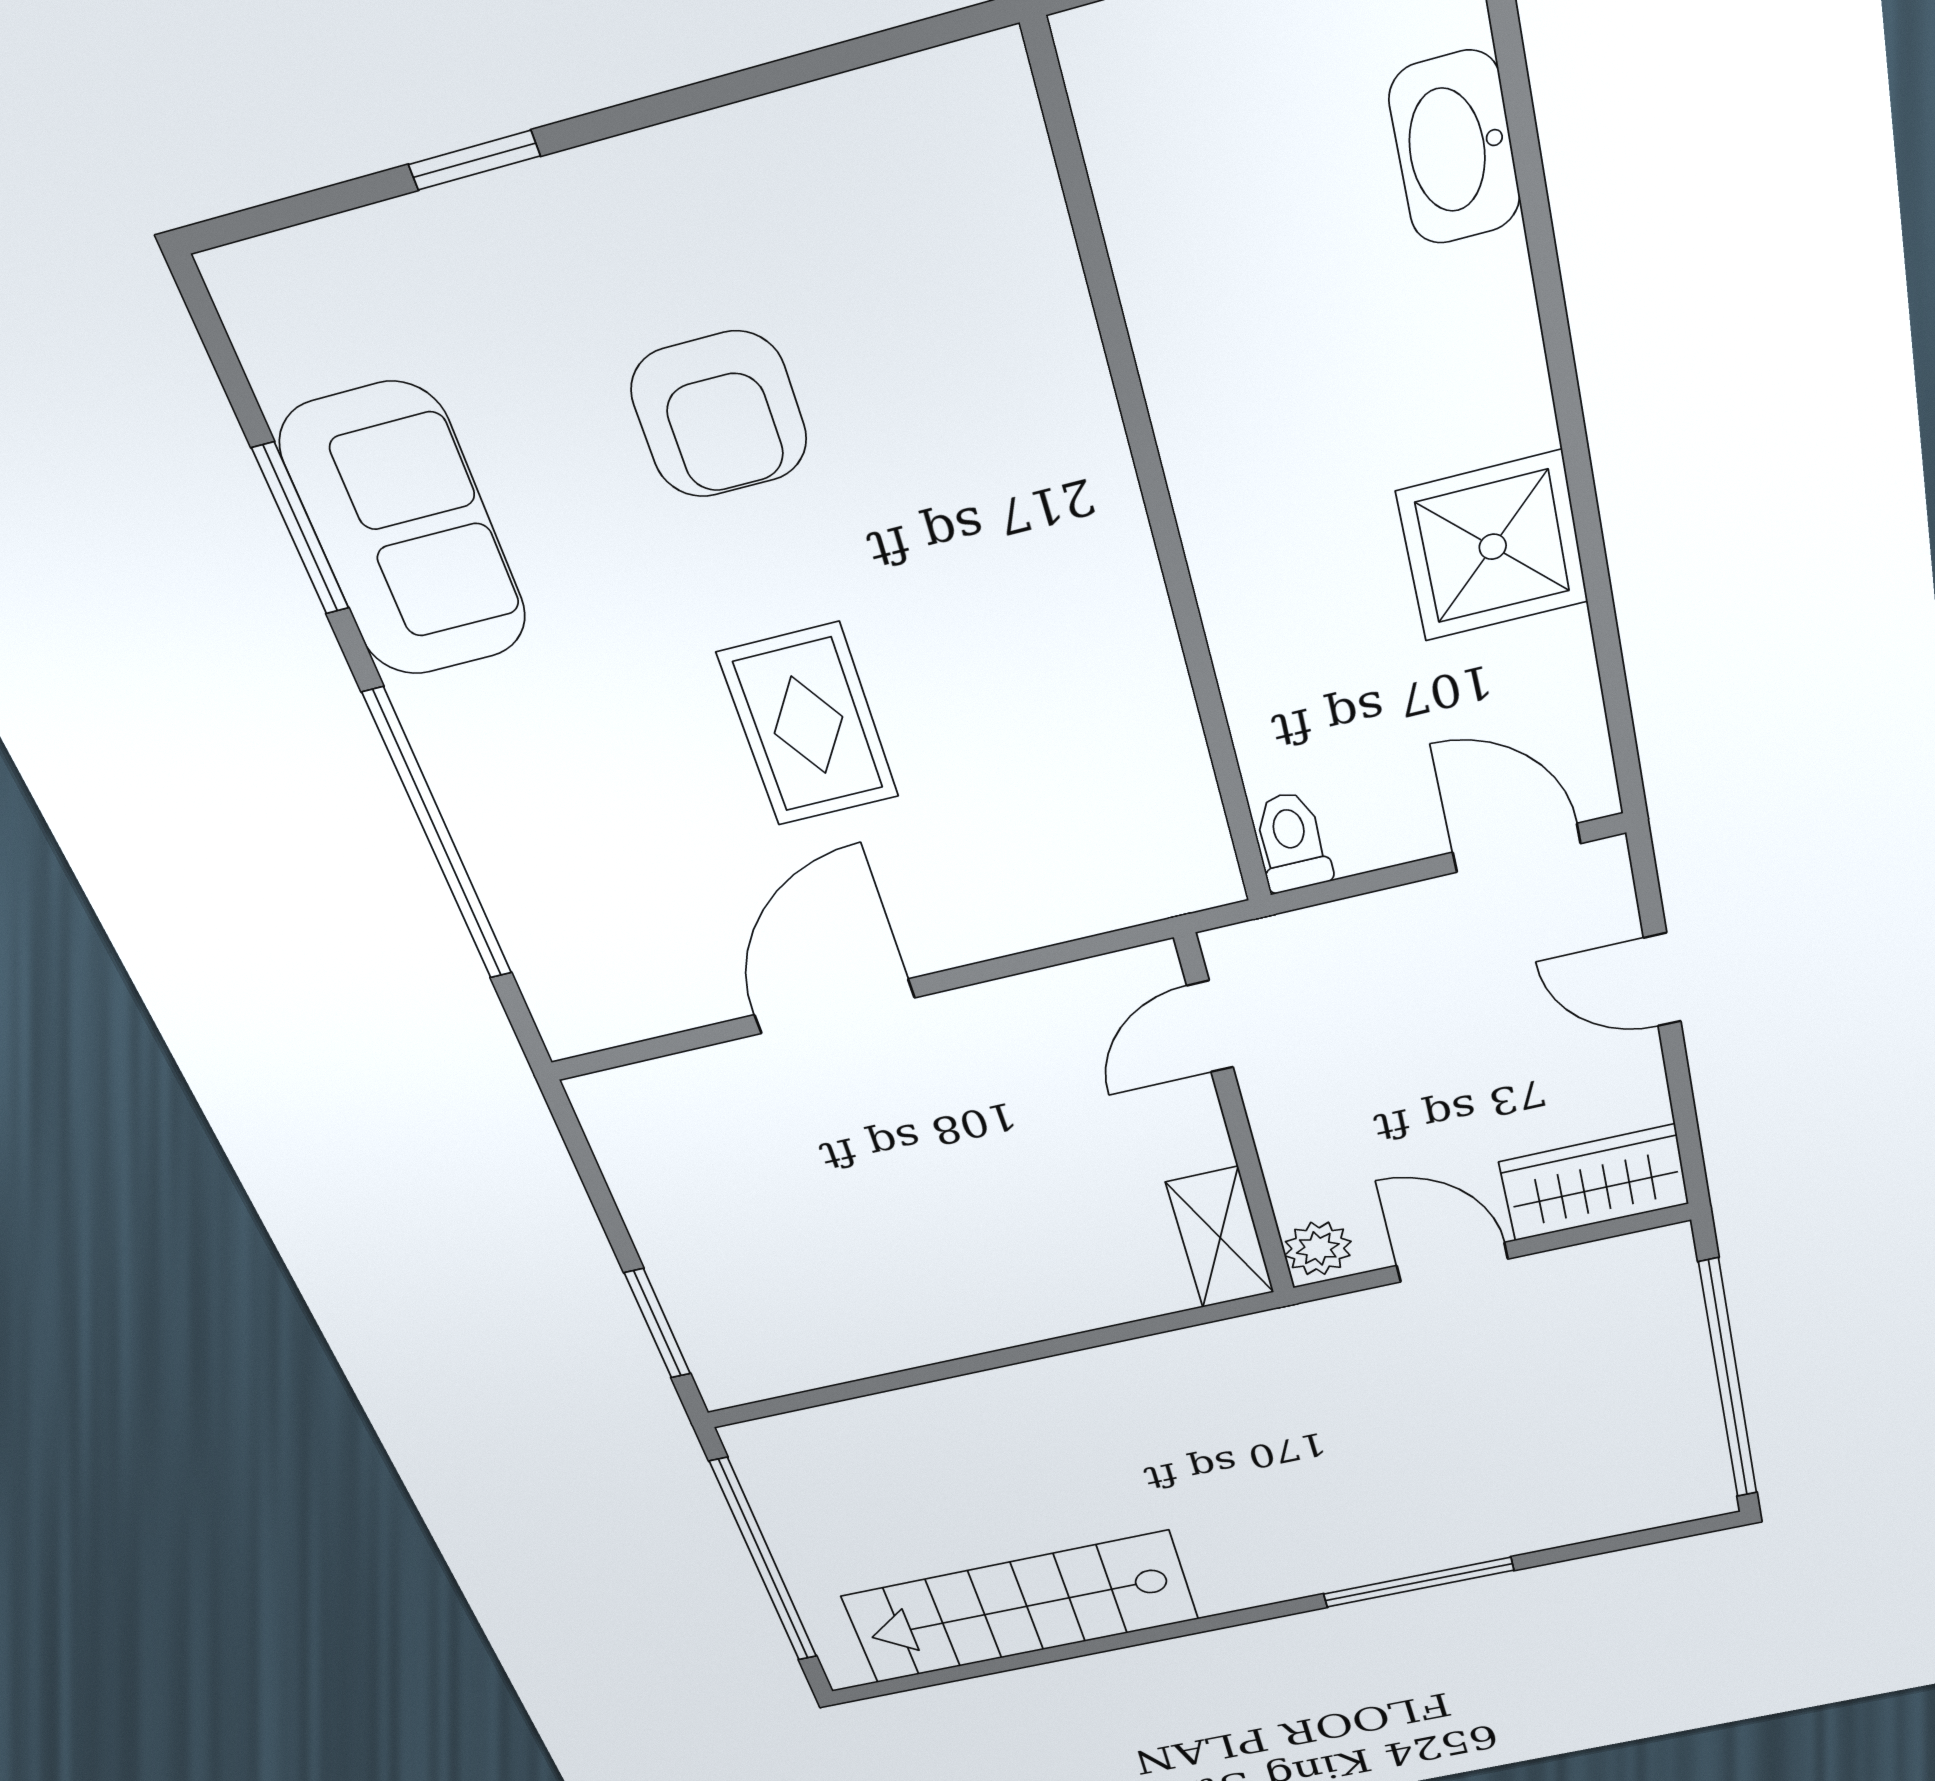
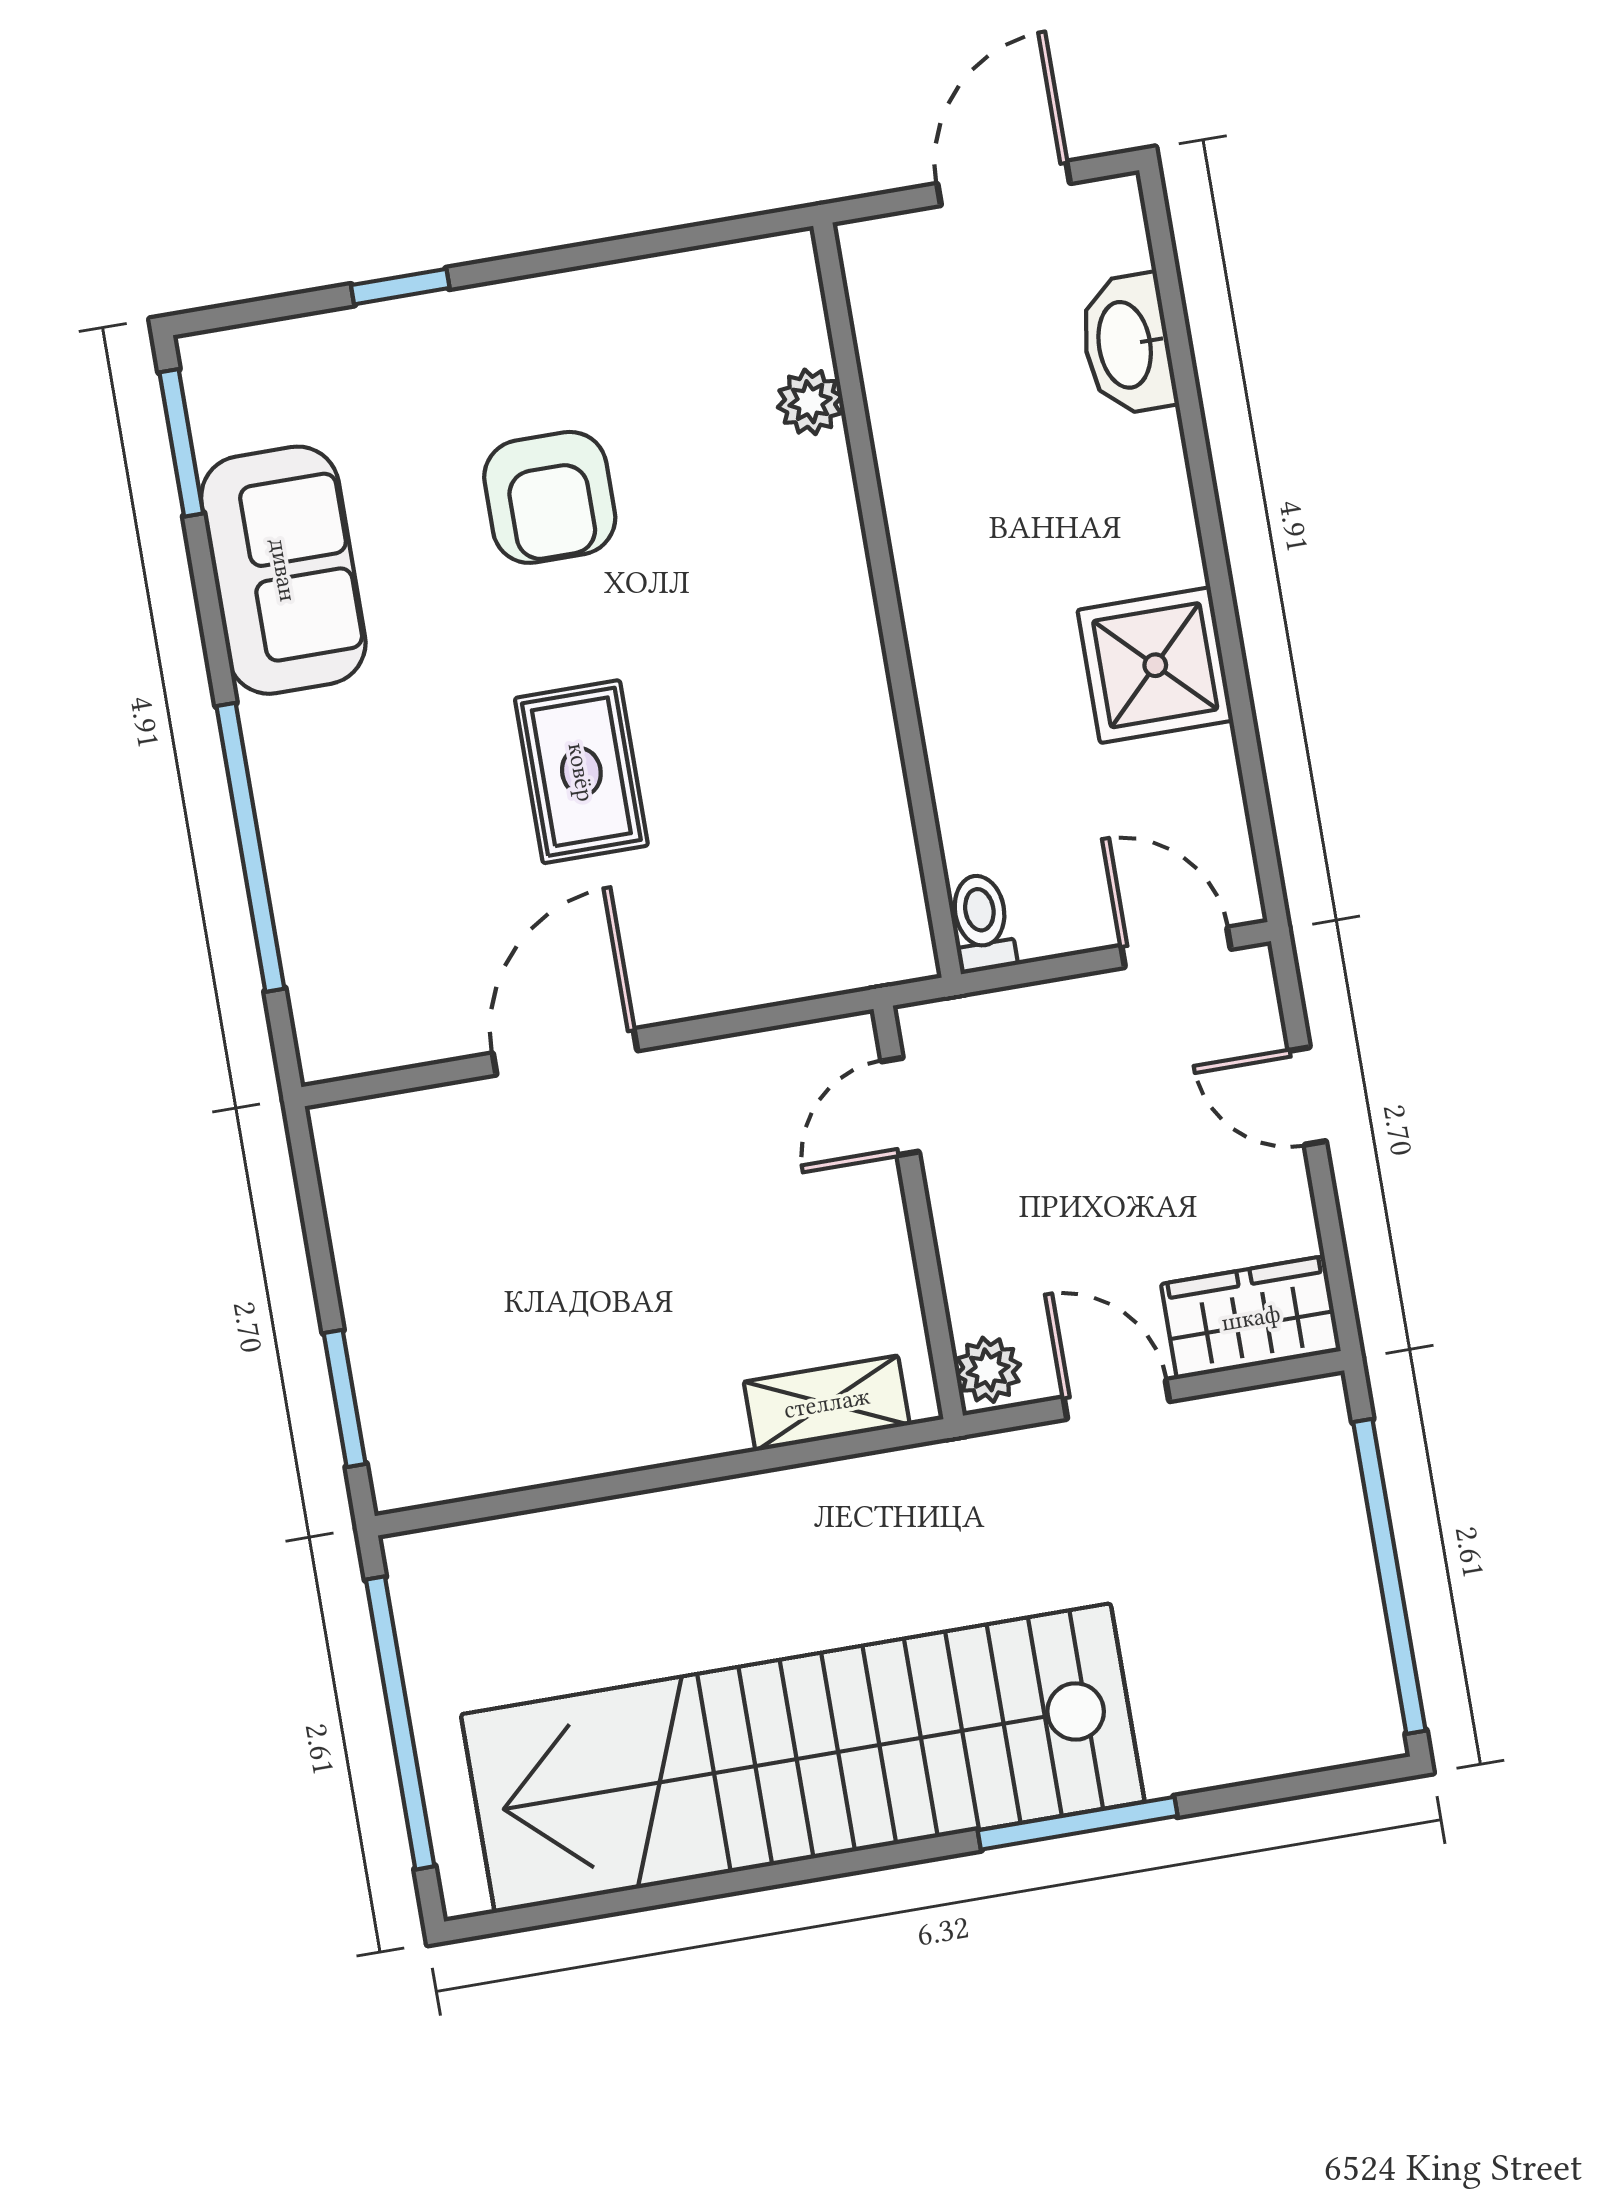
plant: (1038, 264) -> (810, 402), added
window: (301, 529) -> (181, 443), moved
shelving: (1220, 1238) -> (827, 1403), moved, turned 90
stairs: (1020, 1608) -> (803, 1758), width x1.86, depth x1.51

